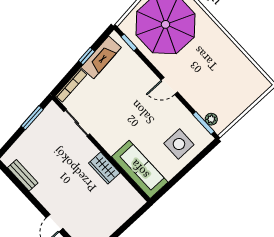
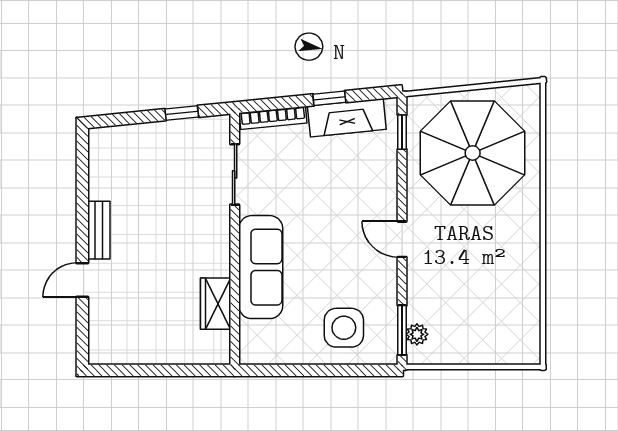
window: (32, 118) -> (182, 113), width x0.67
wardrobe: (104, 168) -> (216, 304), moved
sofa: (140, 169) -> (261, 267), moved
bench: (23, 175) -> (99, 230), moved

